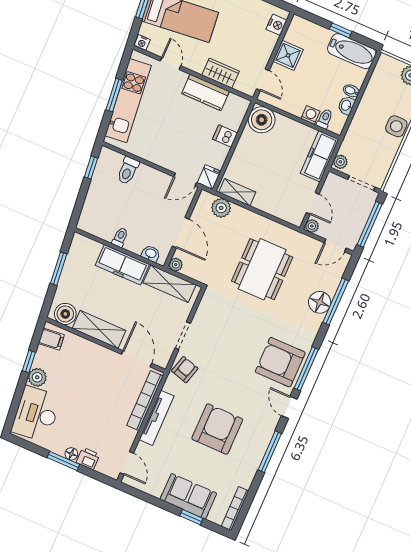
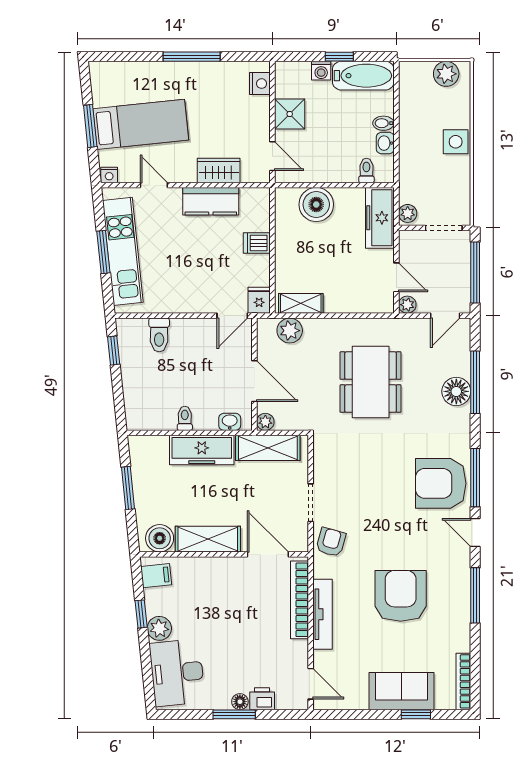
washing machine: (310, 115) -> (321, 71), moved, turned 180
boiler: (262, 120) -> (316, 204), moved

